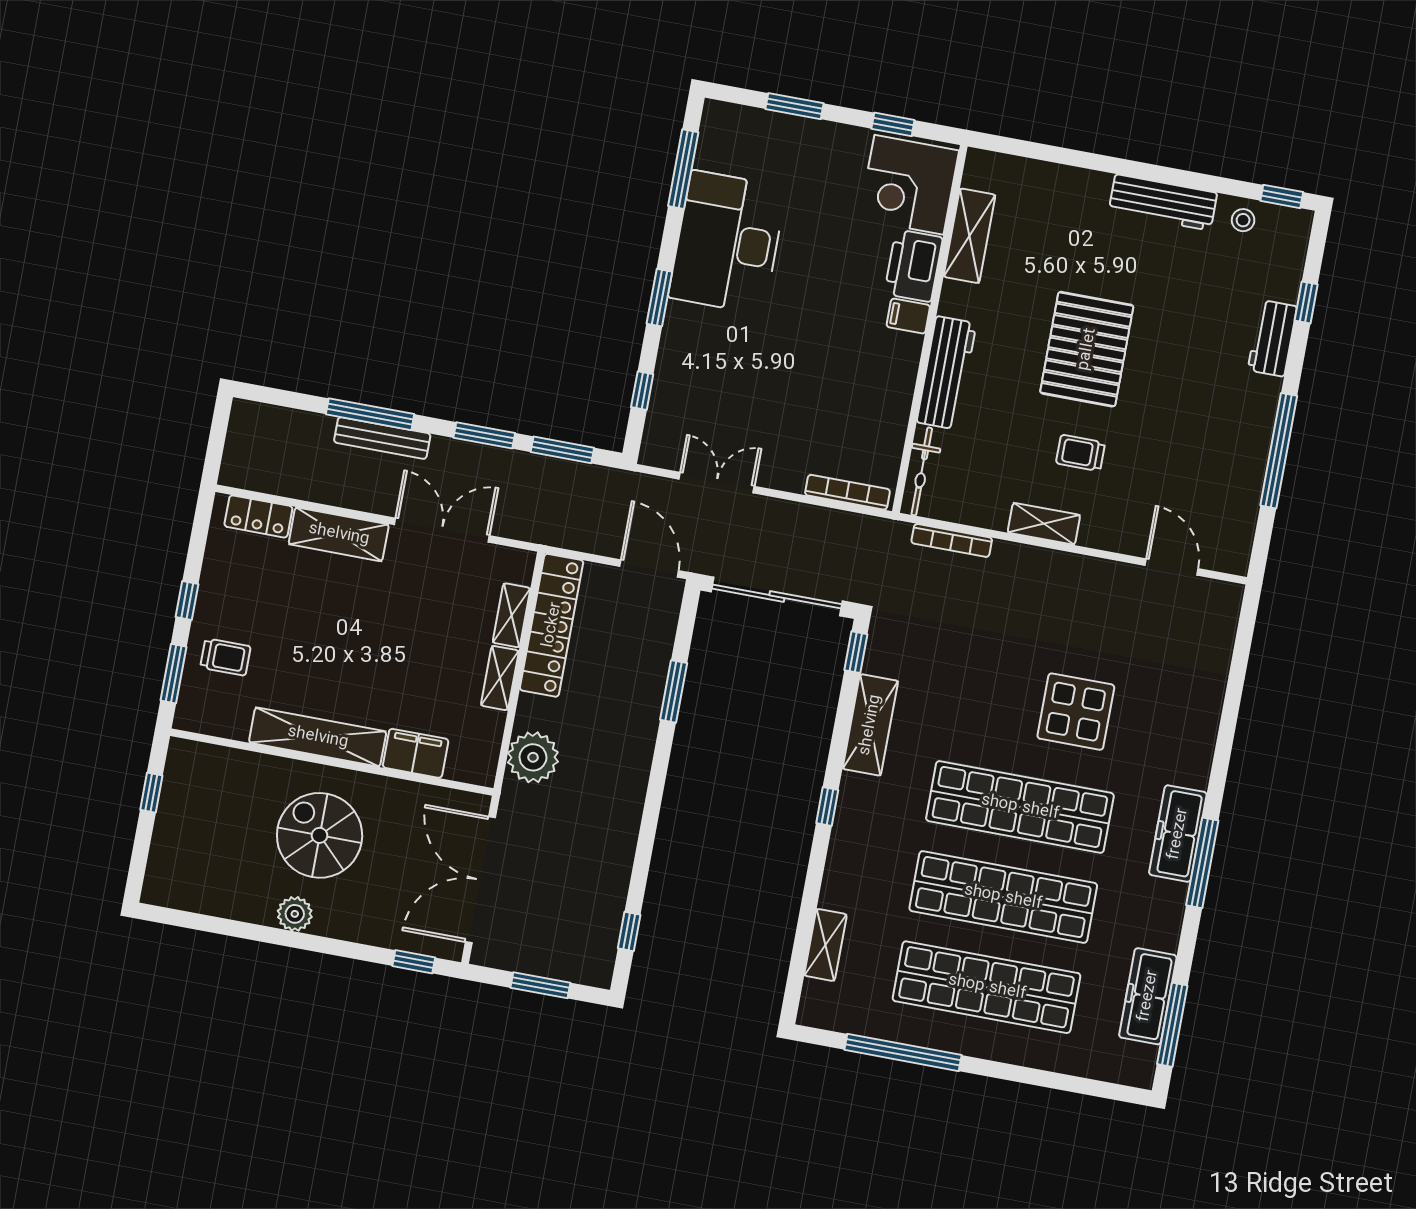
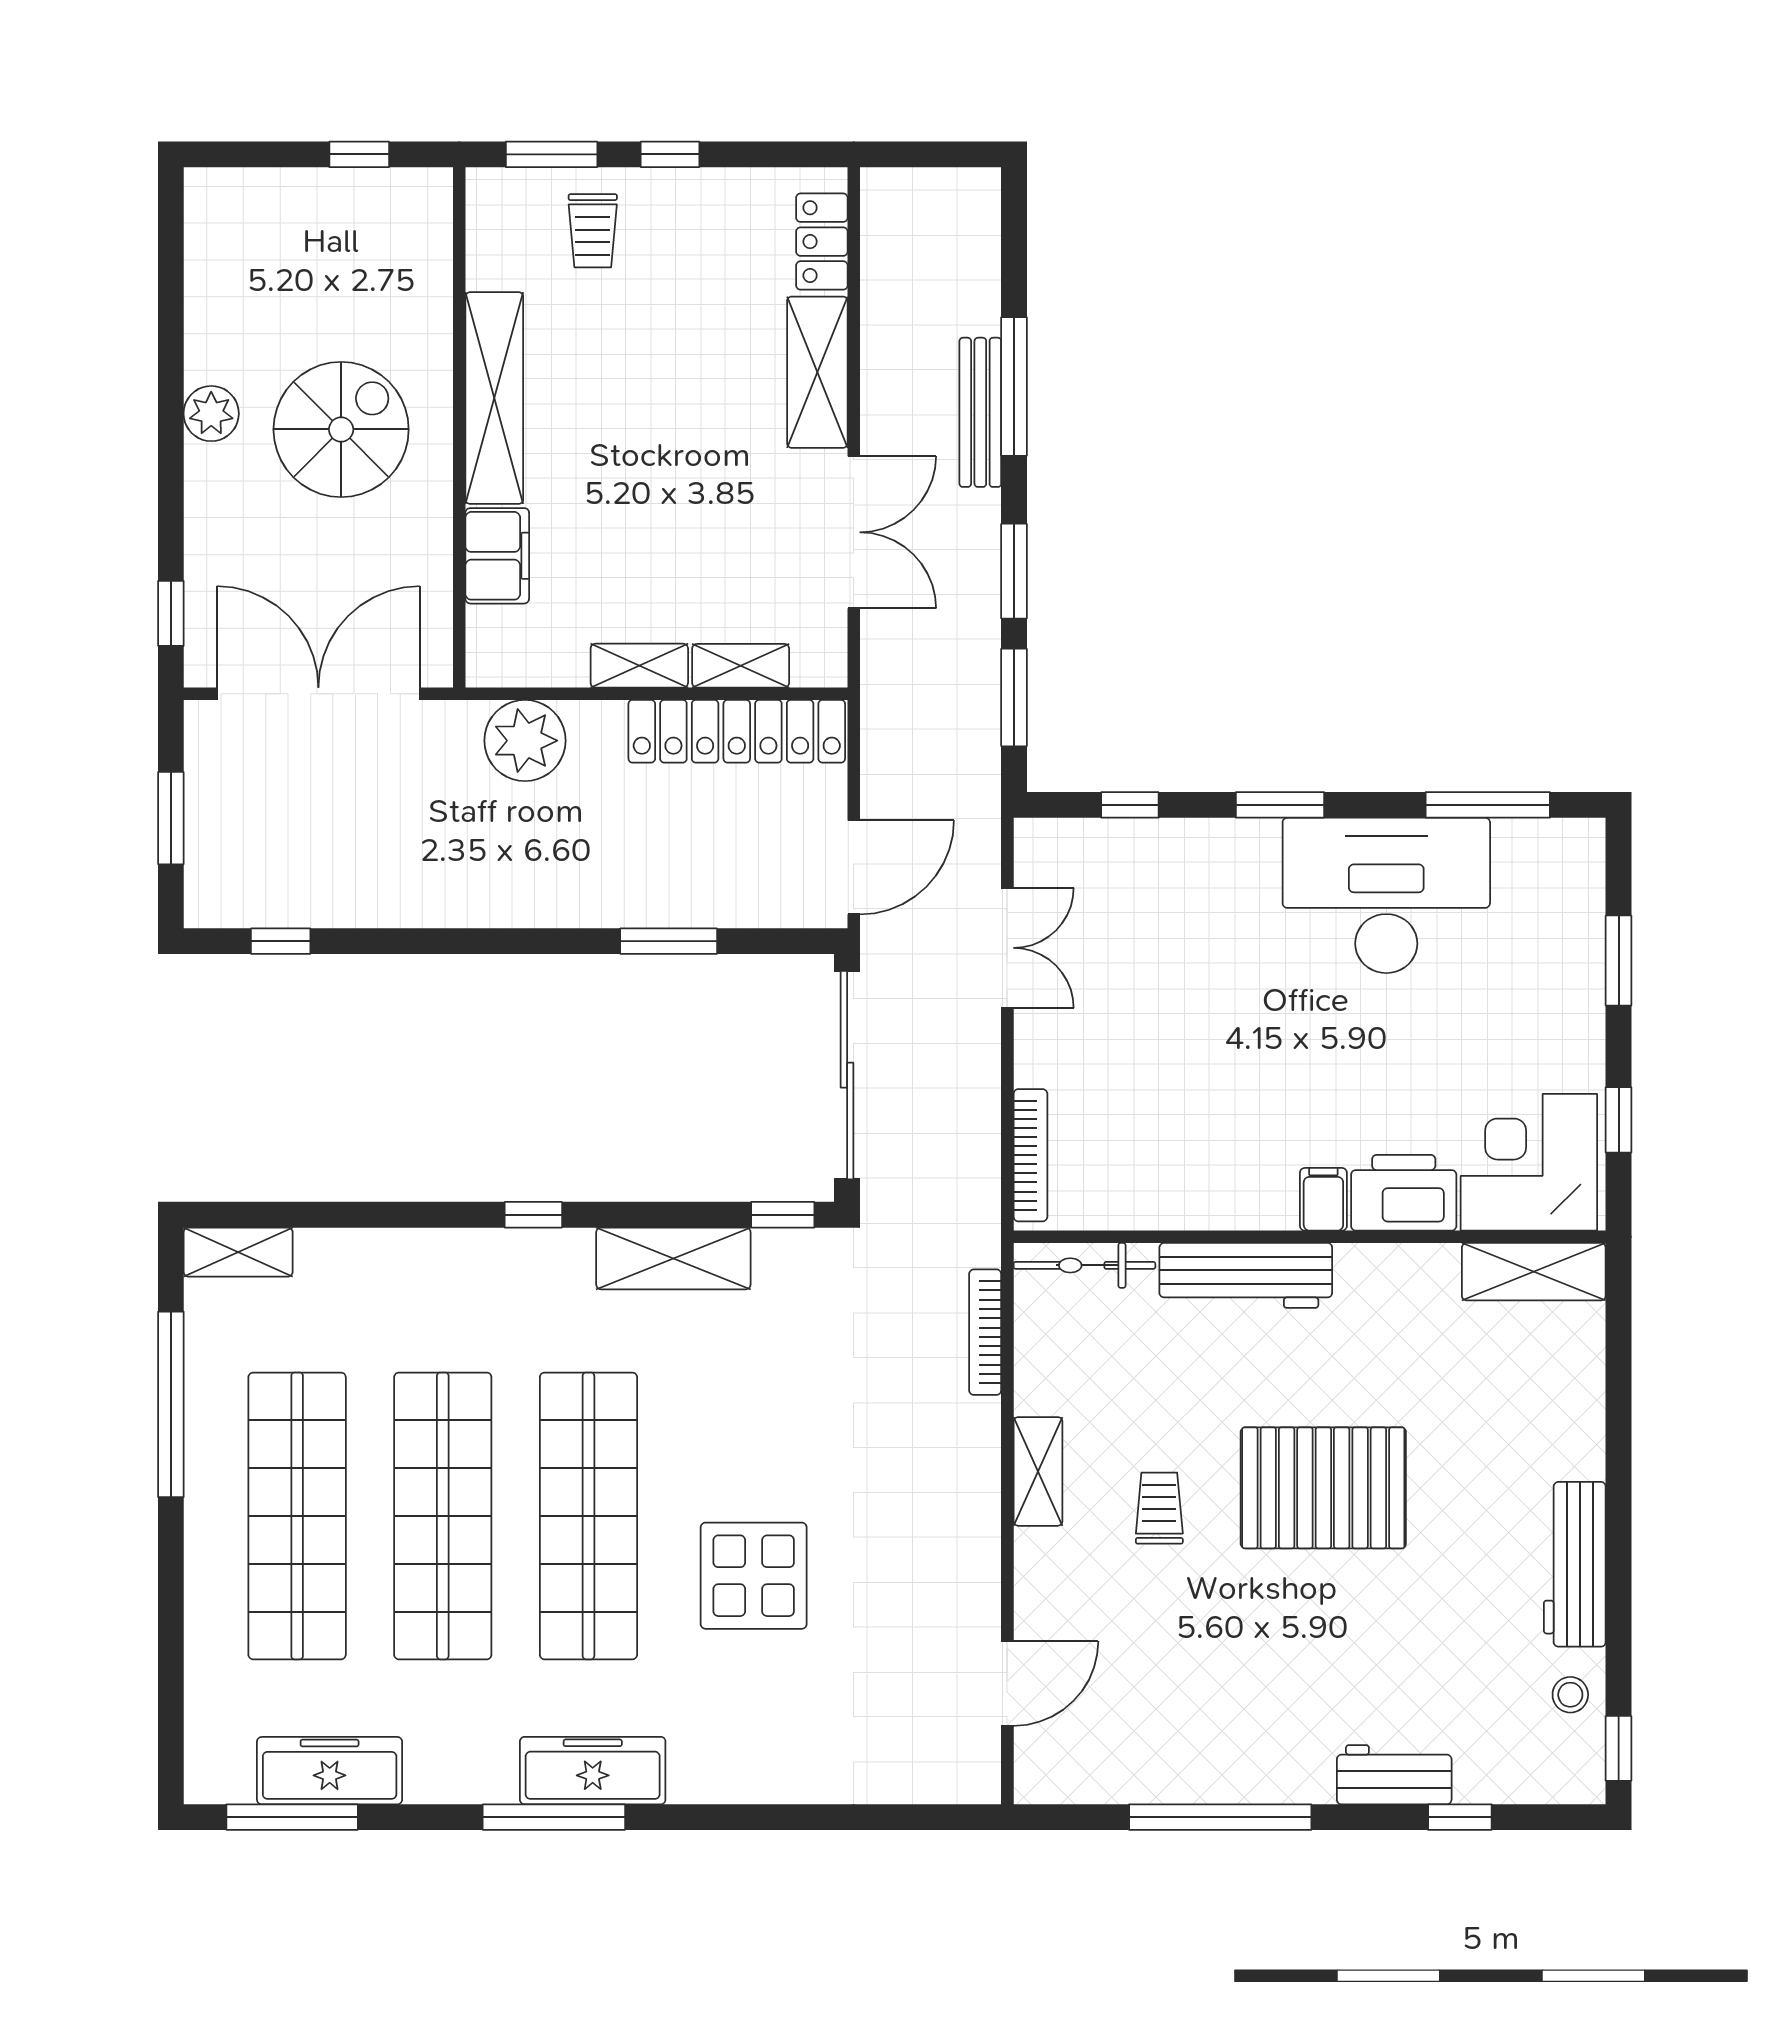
shelving: (969, 236) -> (1534, 1272), moved
shelving: (825, 945) -> (238, 1252), moved

